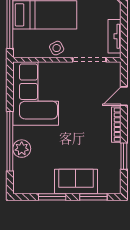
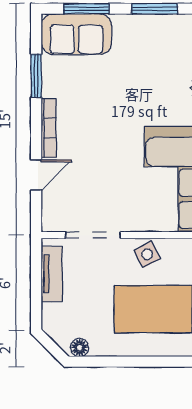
sofa: (76, 181) -> (76, 34), moved

